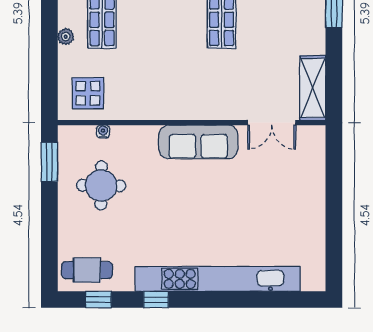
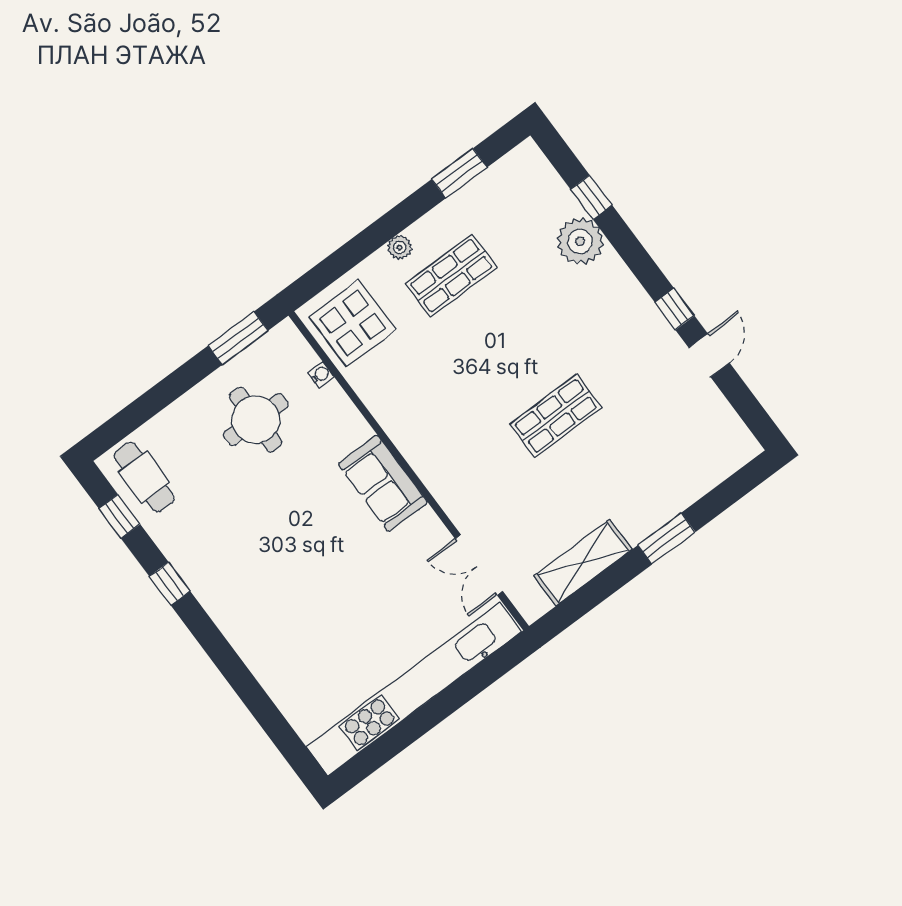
shelving: (313, 88) -> (583, 563), moved
display table: (88, 93) -> (353, 323), width x1.36, depth x1.36
sofa: (198, 142) -> (383, 483), width x0.73
kitchen unit: (218, 279) -> (414, 689), moved, turned -90

